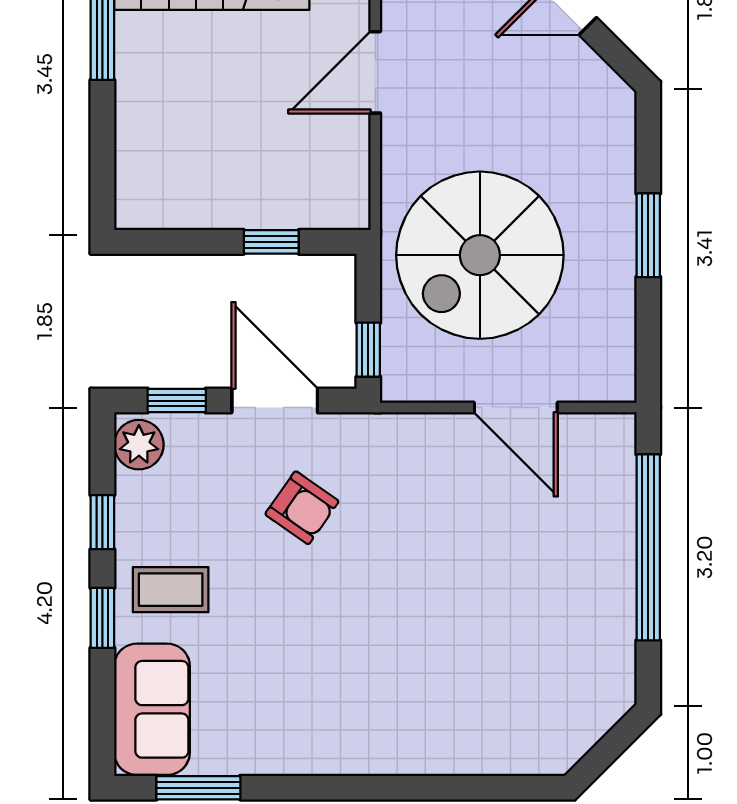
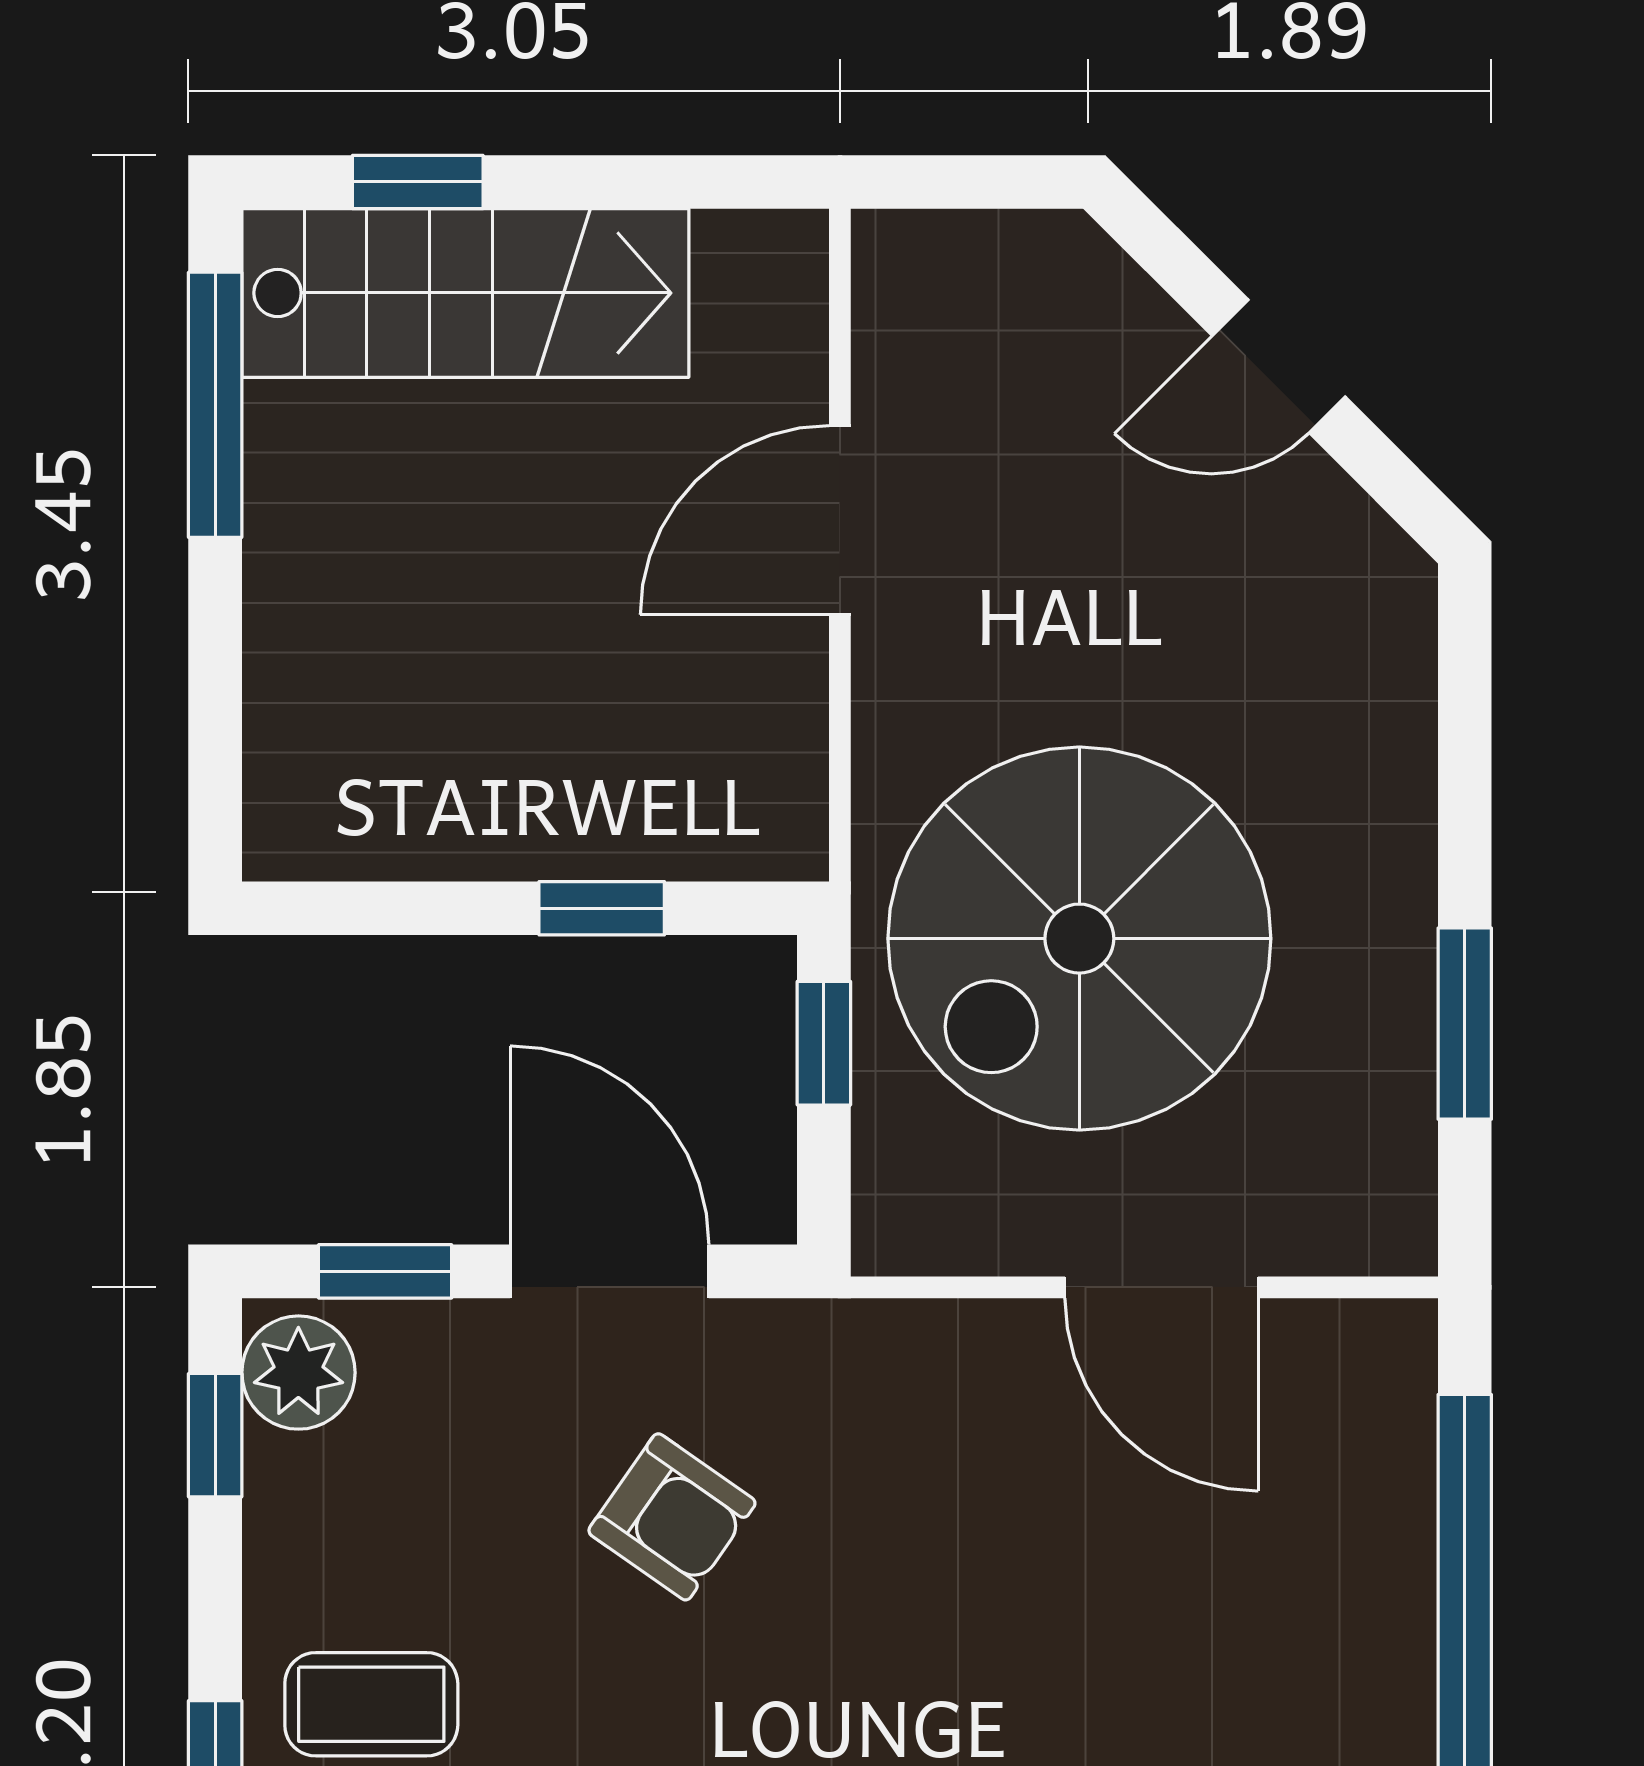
window: (648, 235) -> (1465, 1024), moved
window: (368, 350) -> (824, 1043), moved
window: (102, 522) -> (215, 1435), moved

